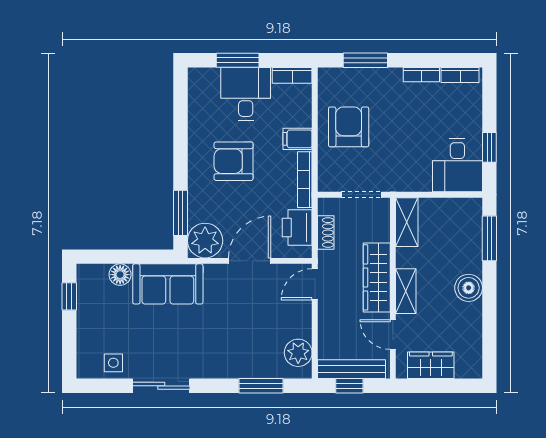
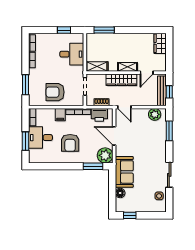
desk: (457, 165) -> (72, 54), moved
boiler: (469, 288) -> (126, 39), removed
wardrobe: (431, 365) -> (160, 43), moved

